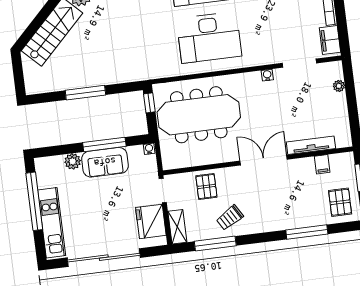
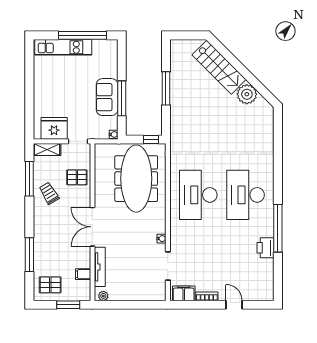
plant: (339, 86) -> (103, 296), moved
double door: (264, 160) -> (92, 227), swing flipped
plant: (73, 161) -> (111, 71), removed
sliding door: (104, 258) -> (29, 86), removed

